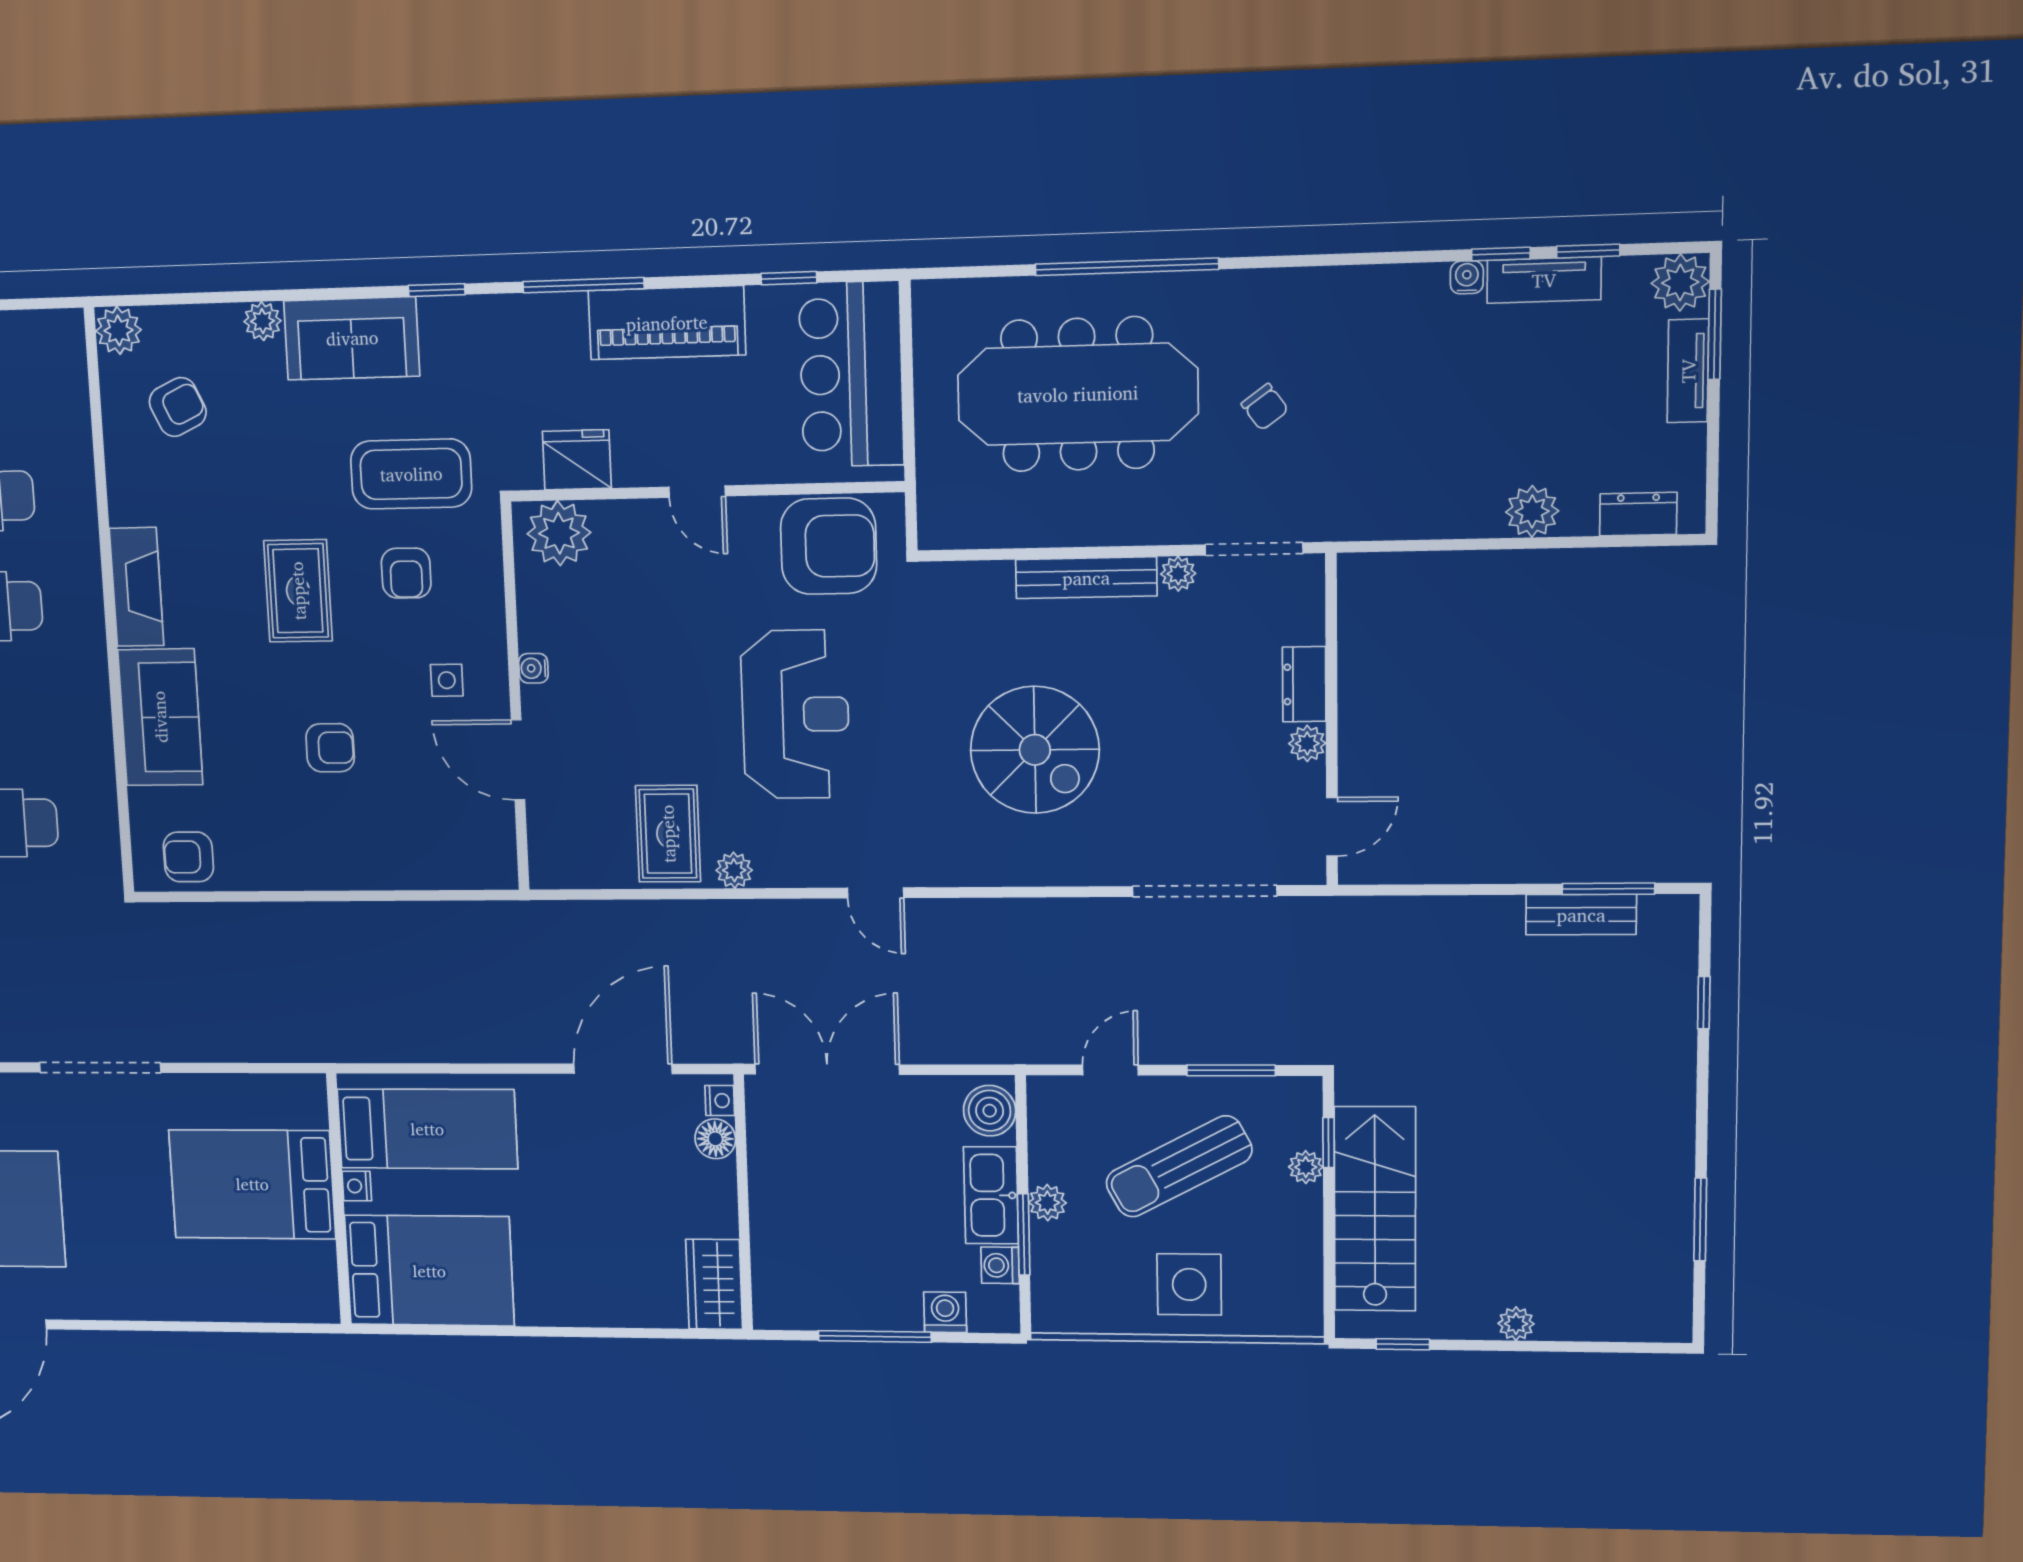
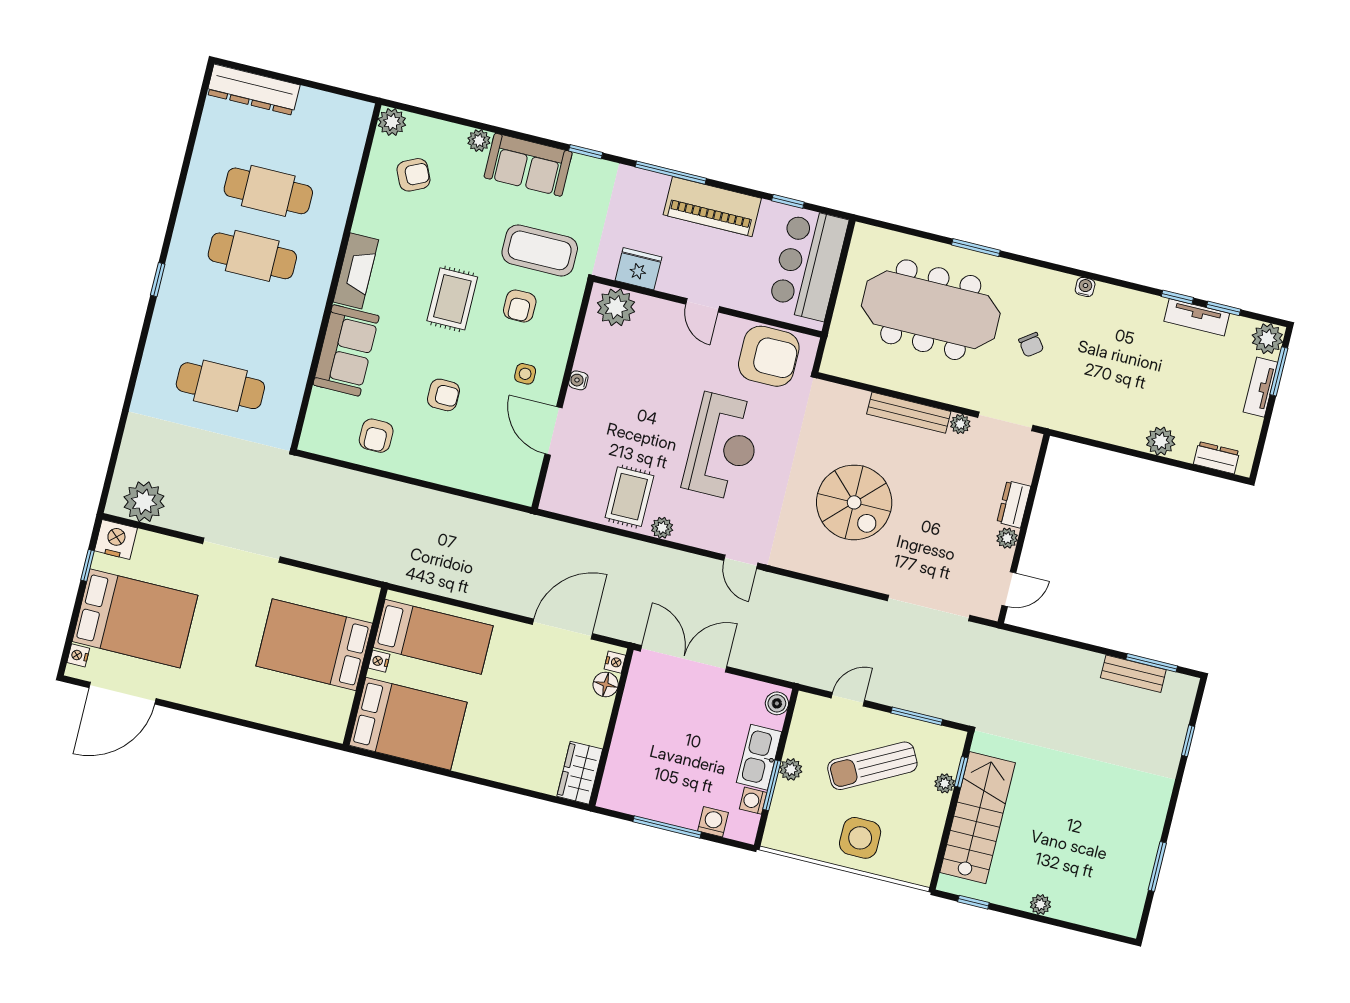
window: (1127, 267) -> (976, 248), width x0.47
water cooler: (1467, 277) -> (1085, 287), moved
armchair: (188, 857) -> (376, 436), moved, turned -90
boiler: (990, 1111) -> (777, 703), width x0.73, depth x0.73

